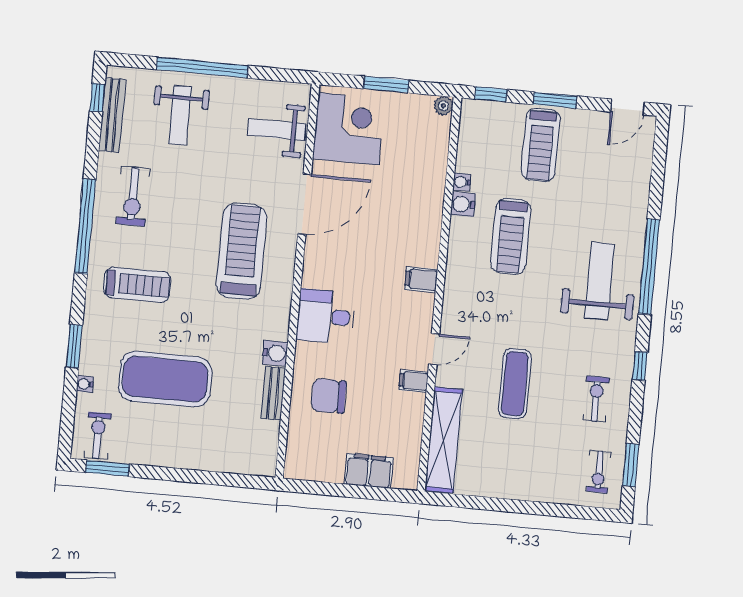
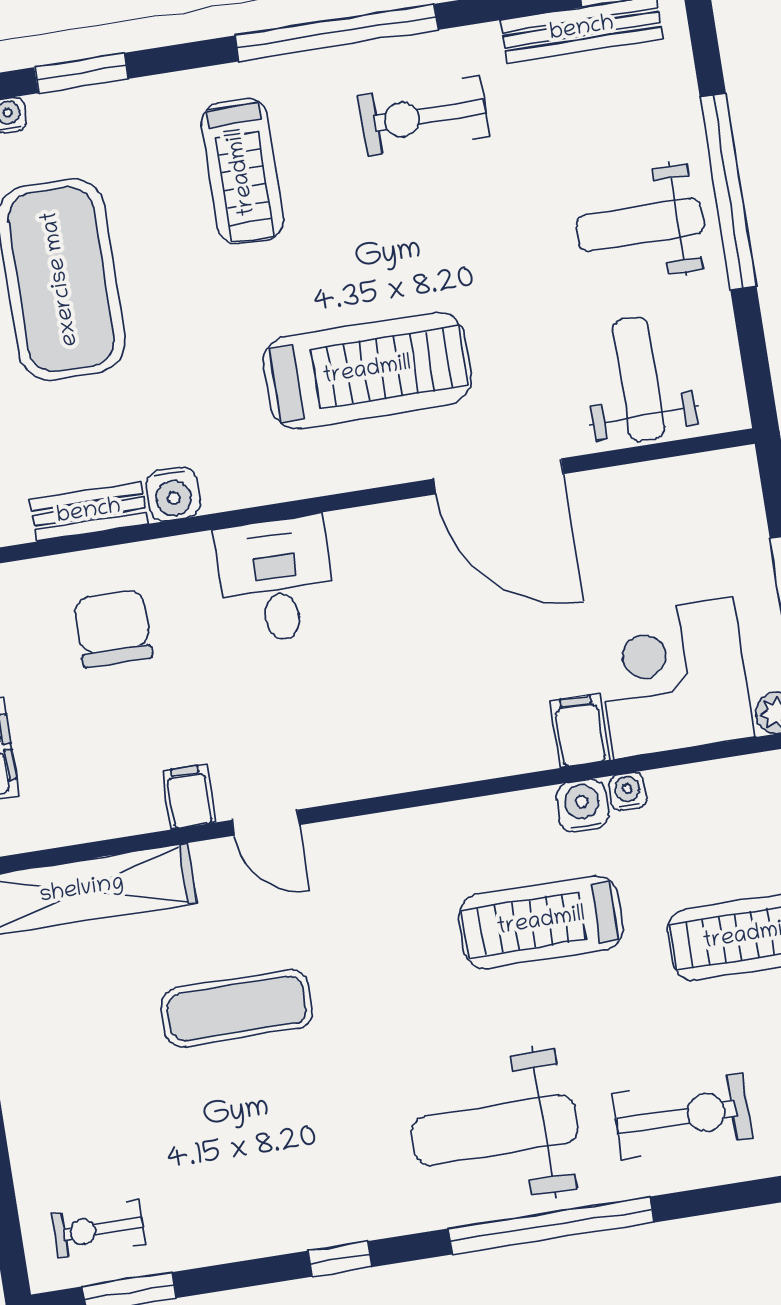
weight bench: (180, 115) -> (640, 225), moved
corner desk: (349, 129) -> (673, 678), moved, turned 180
filing cabinet: (421, 279) -> (580, 731), moved
weight bench: (599, 281) -> (495, 1130), turned 180
exercise bike: (596, 399) -> (682, 1116), moved, width x1.38, depth x1.39

